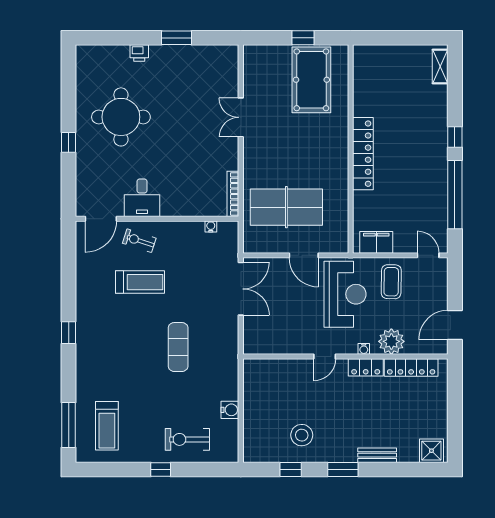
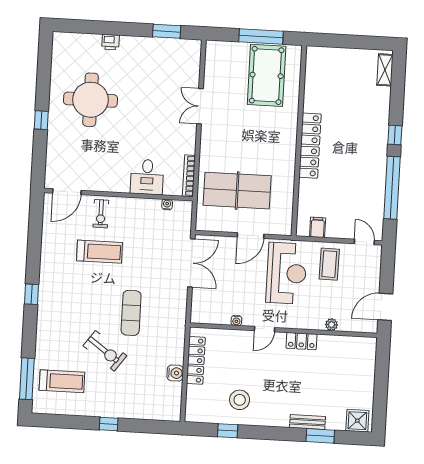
window: (177, 38) -> (167, 31), moved
window: (303, 38) -> (261, 37), width x2.17
desk: (142, 198) -> (147, 177), moved
exercise bike: (139, 241) -> (101, 214), turned -108
filing cabinet: (376, 242) -> (318, 227), width x0.50
door: (304, 255) -> (251, 236), hinge flipped
plant: (391, 341) -> (332, 325), width x0.53, depth x0.53
water cooler: (364, 349) -> (236, 321), moved
locker: (411, 367) -> (196, 360), moved, turned -90
treadmill: (107, 426) -> (62, 381), turned -90
exercise bike: (187, 439) -> (105, 351), moved, turned -144
window: (343, 470) -> (320, 436), moved

